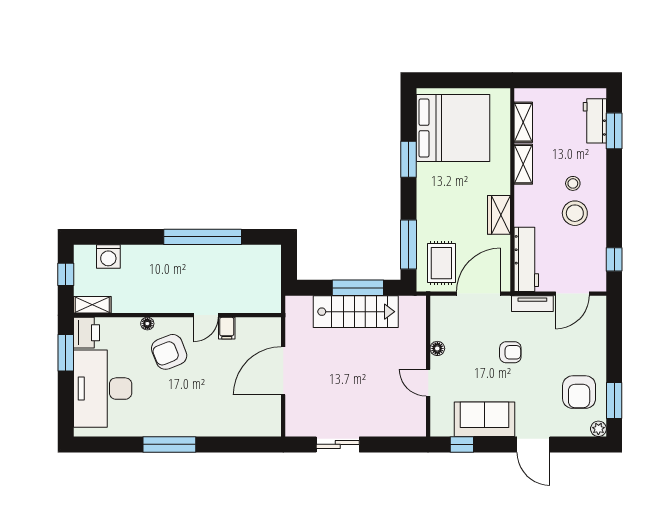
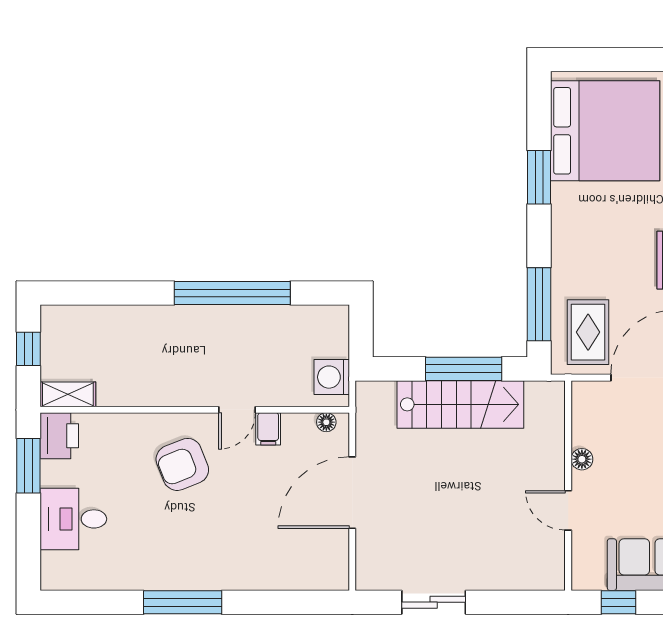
washing machine: (108, 256) -> (332, 377), moved, turned 90
floor lamp: (147, 324) -> (326, 422), moved
desk: (103, 389) -> (73, 519), width x0.53, depth x0.77

